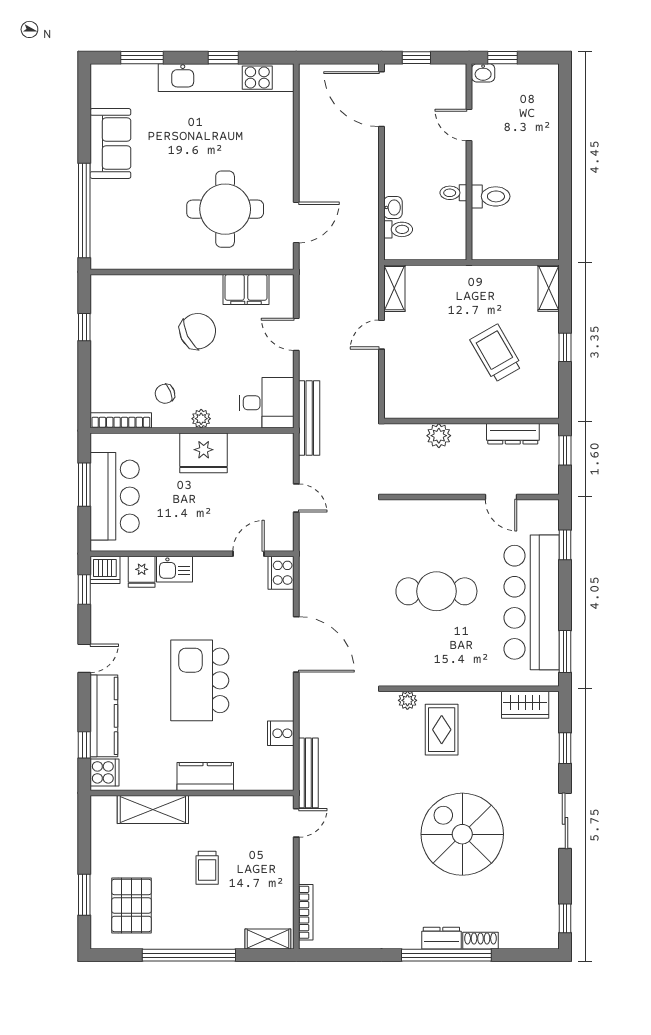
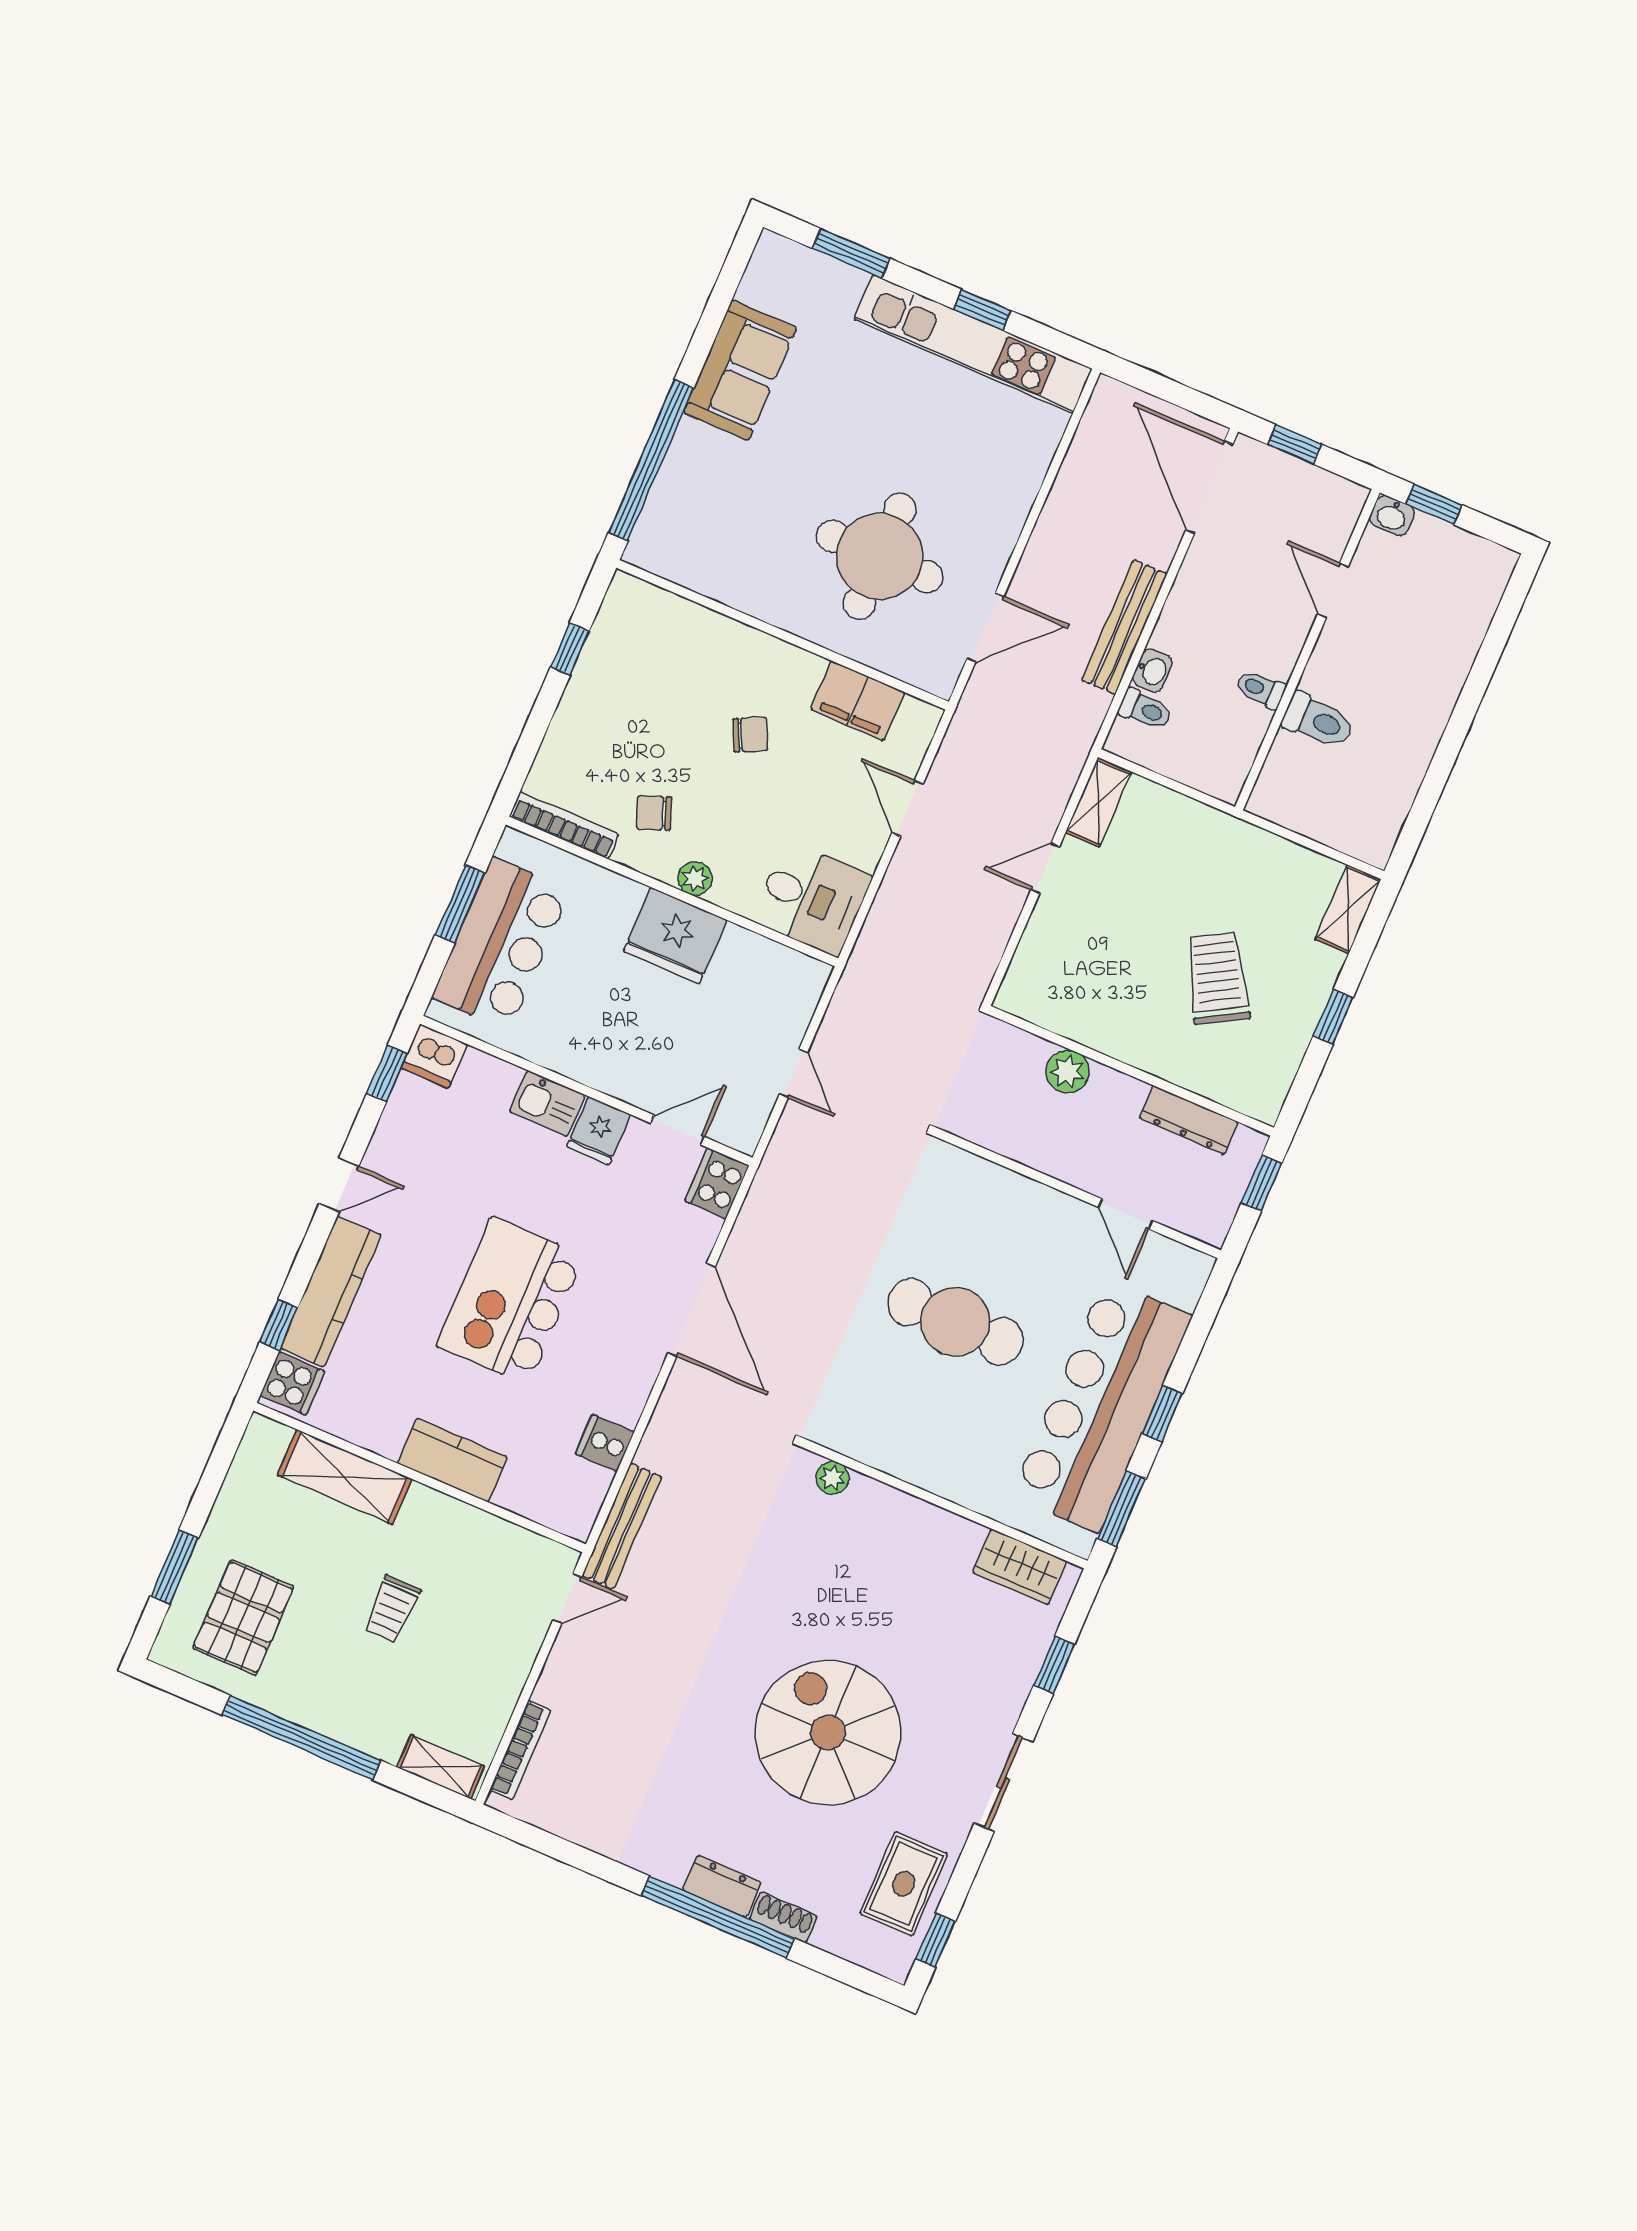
chair: (198, 331) -> (750, 735), width x0.54, depth x0.54
bench: (309, 418) -> (1124, 627), moved
window: (565, 545) -> (1162, 1414), moved
fridge: (142, 572) -> (599, 1131), moved
rug: (442, 730) -> (904, 1884), moved

